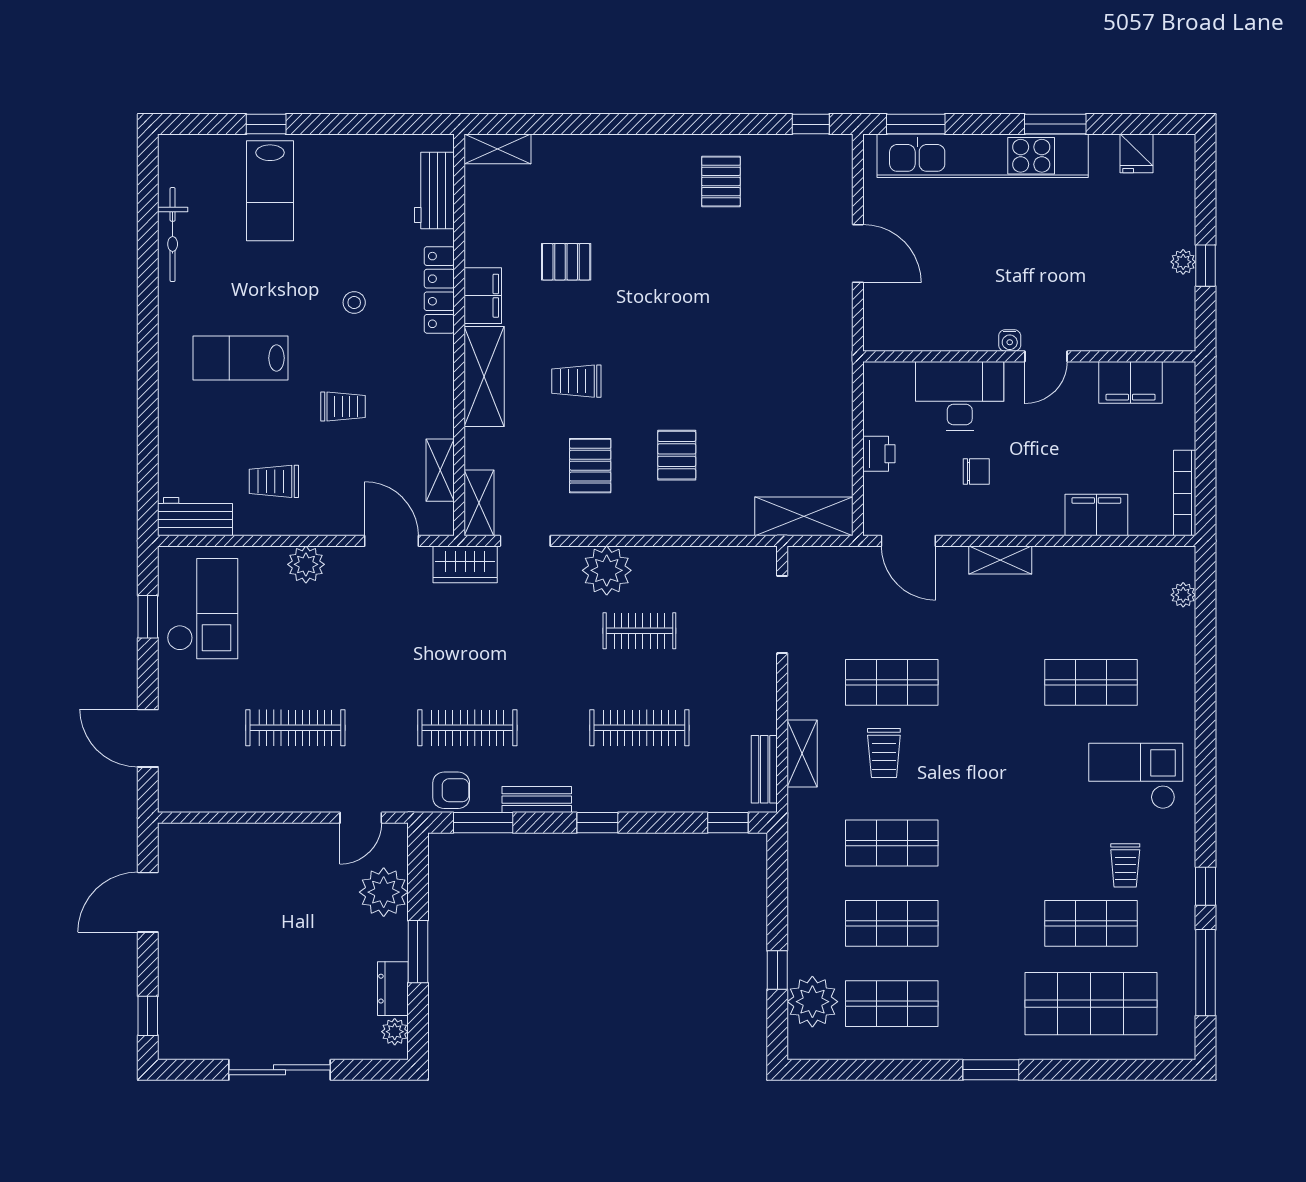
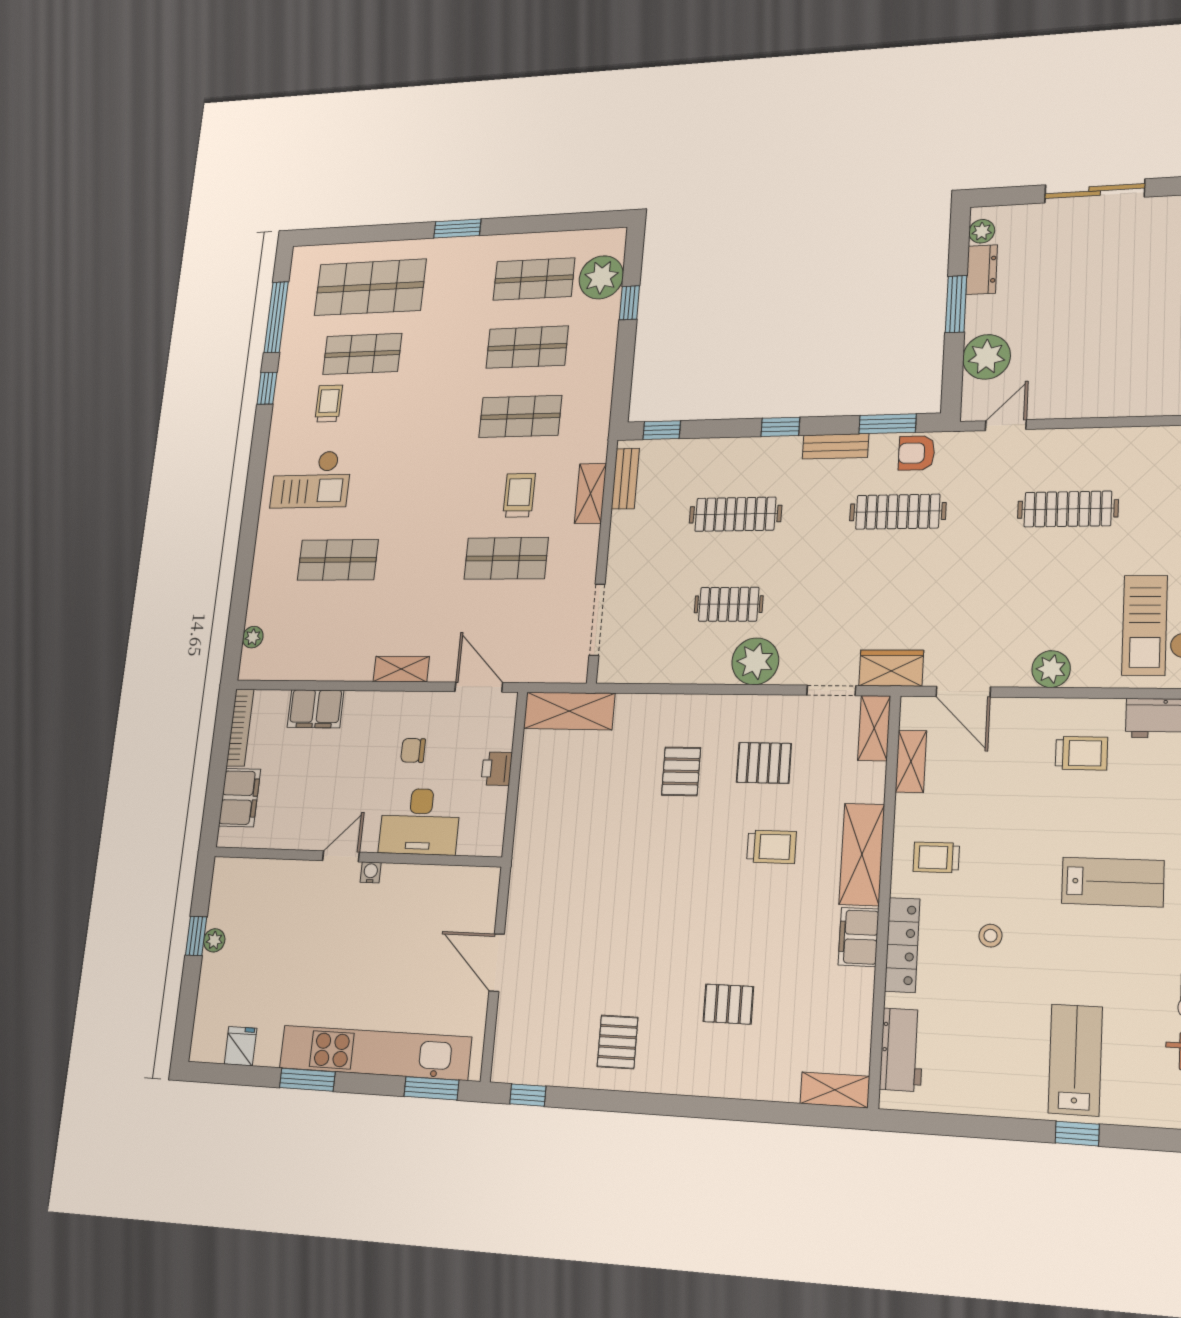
pallet: (566, 262) -> (728, 1004), moved
filing cabinet: (1131, 382) -> (240, 798), moved, turned 90
trolley: (343, 407) -> (936, 857), moved
pallet: (590, 466) -> (764, 763), turned 90

